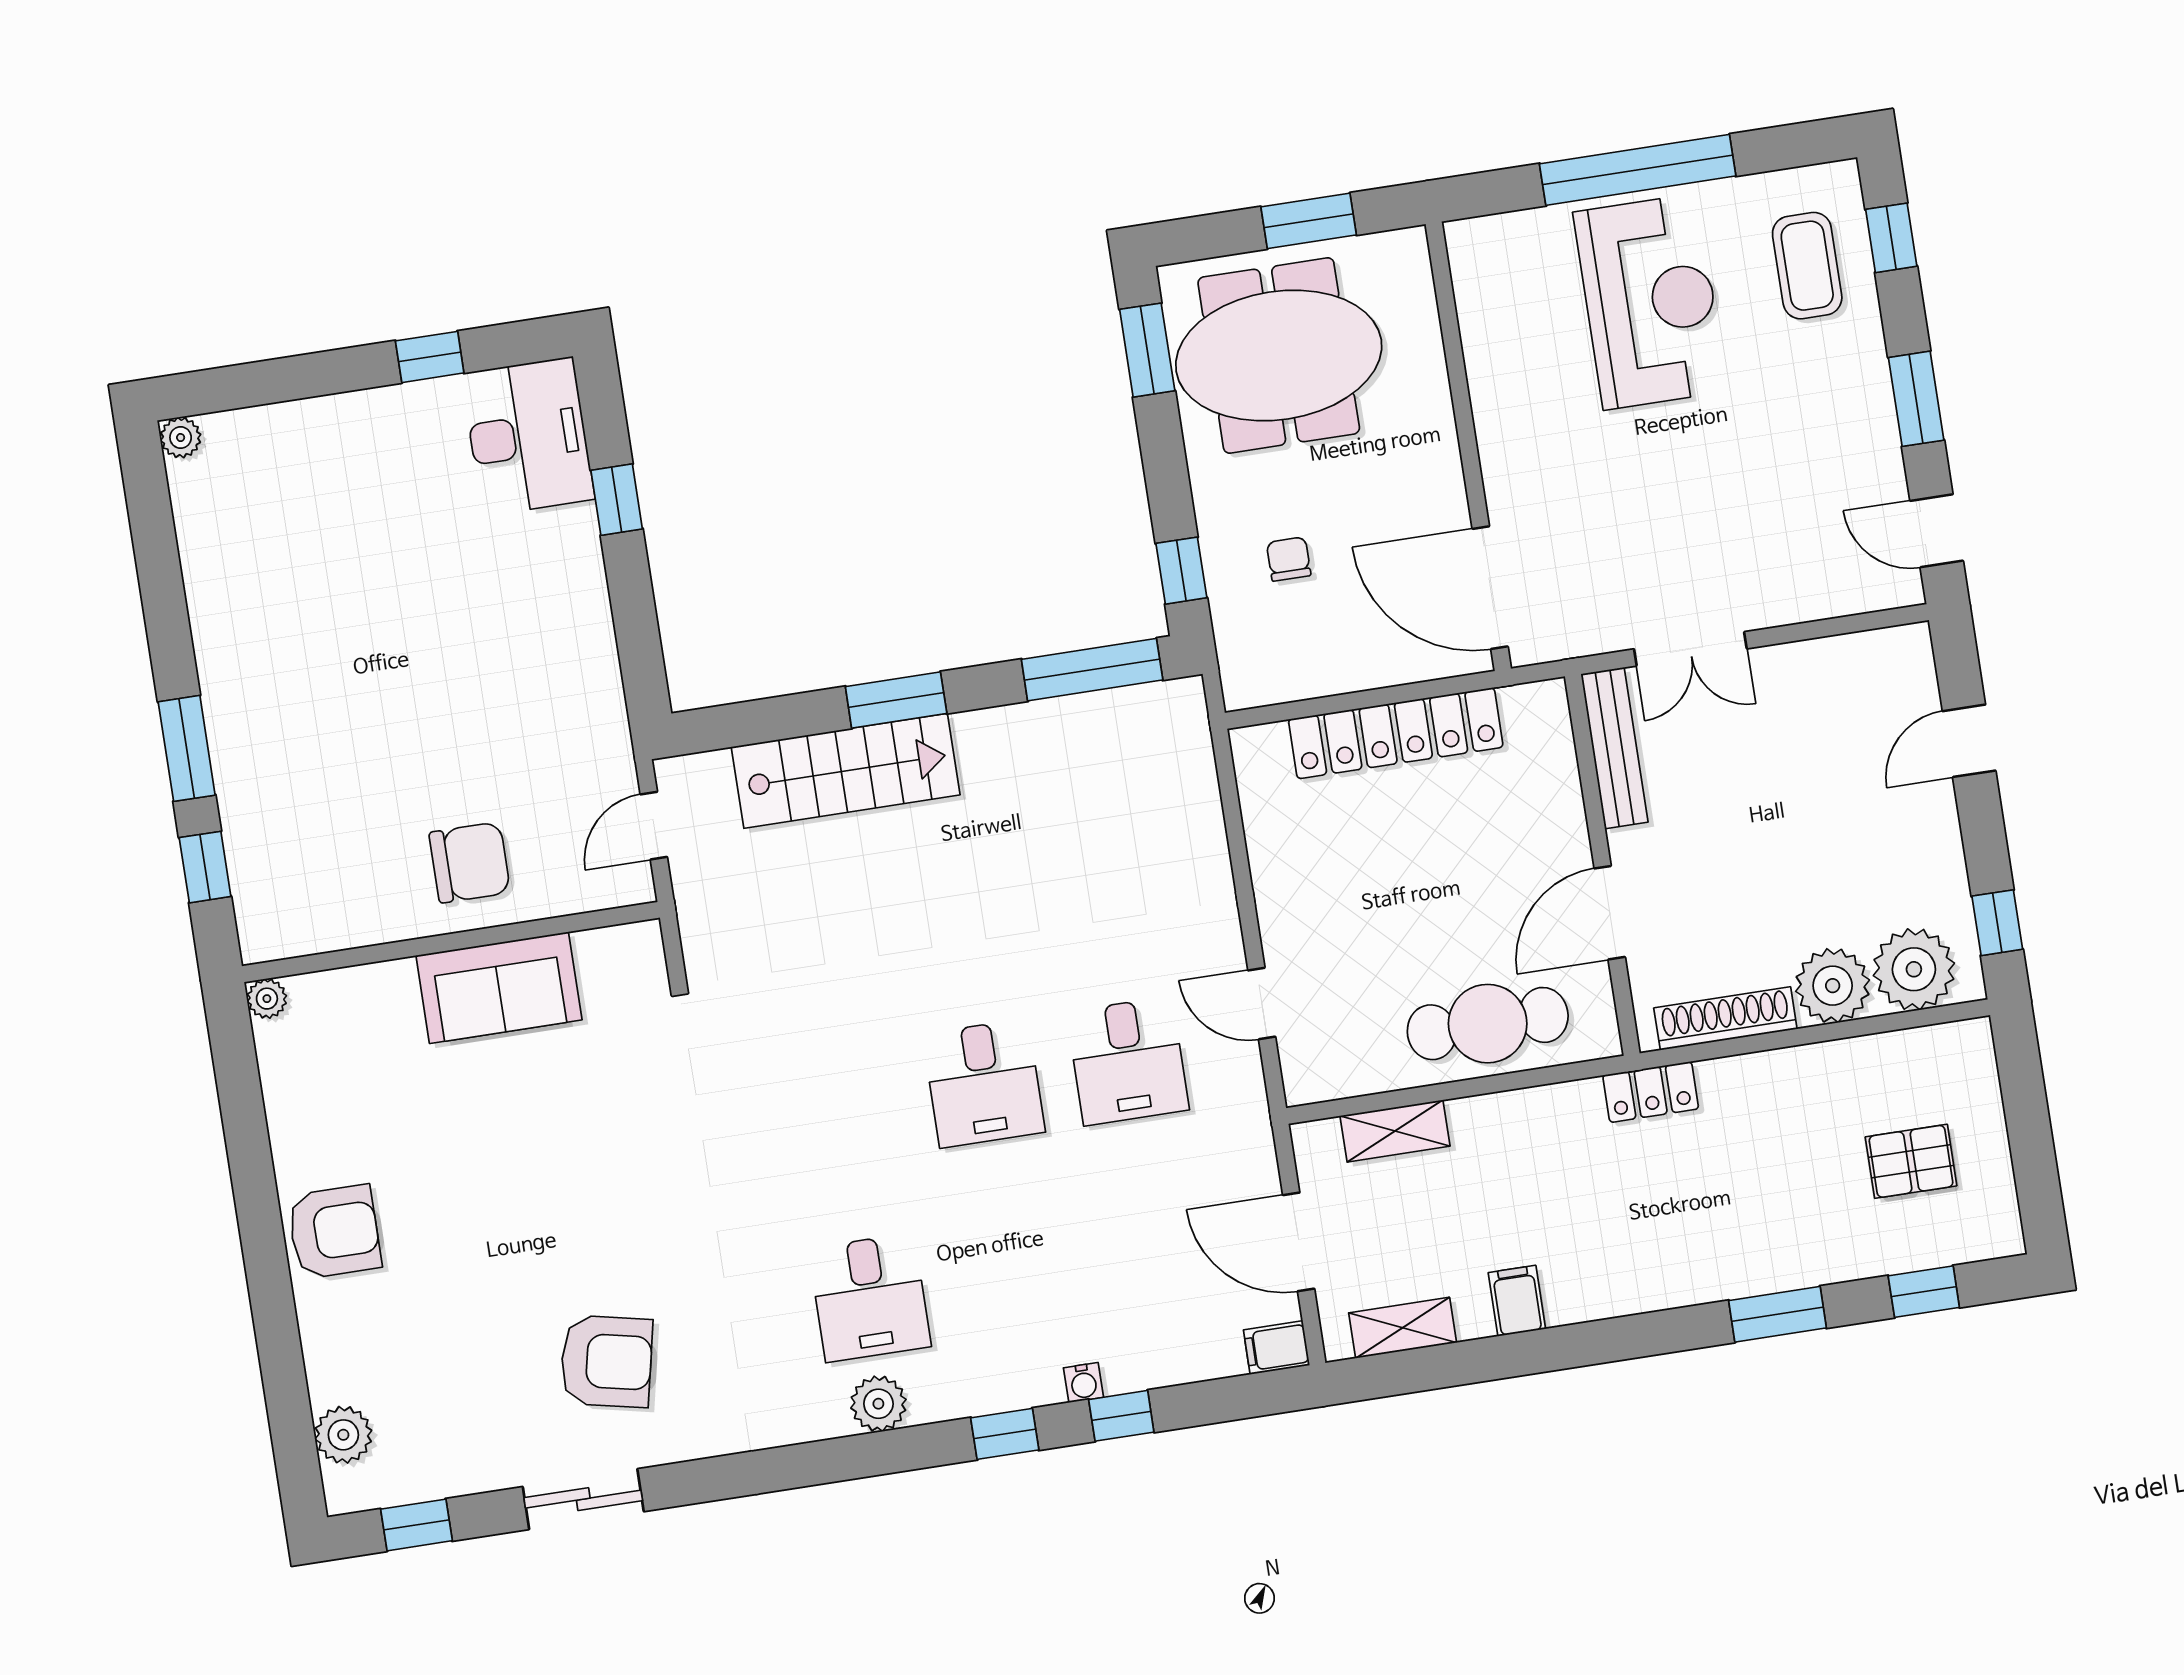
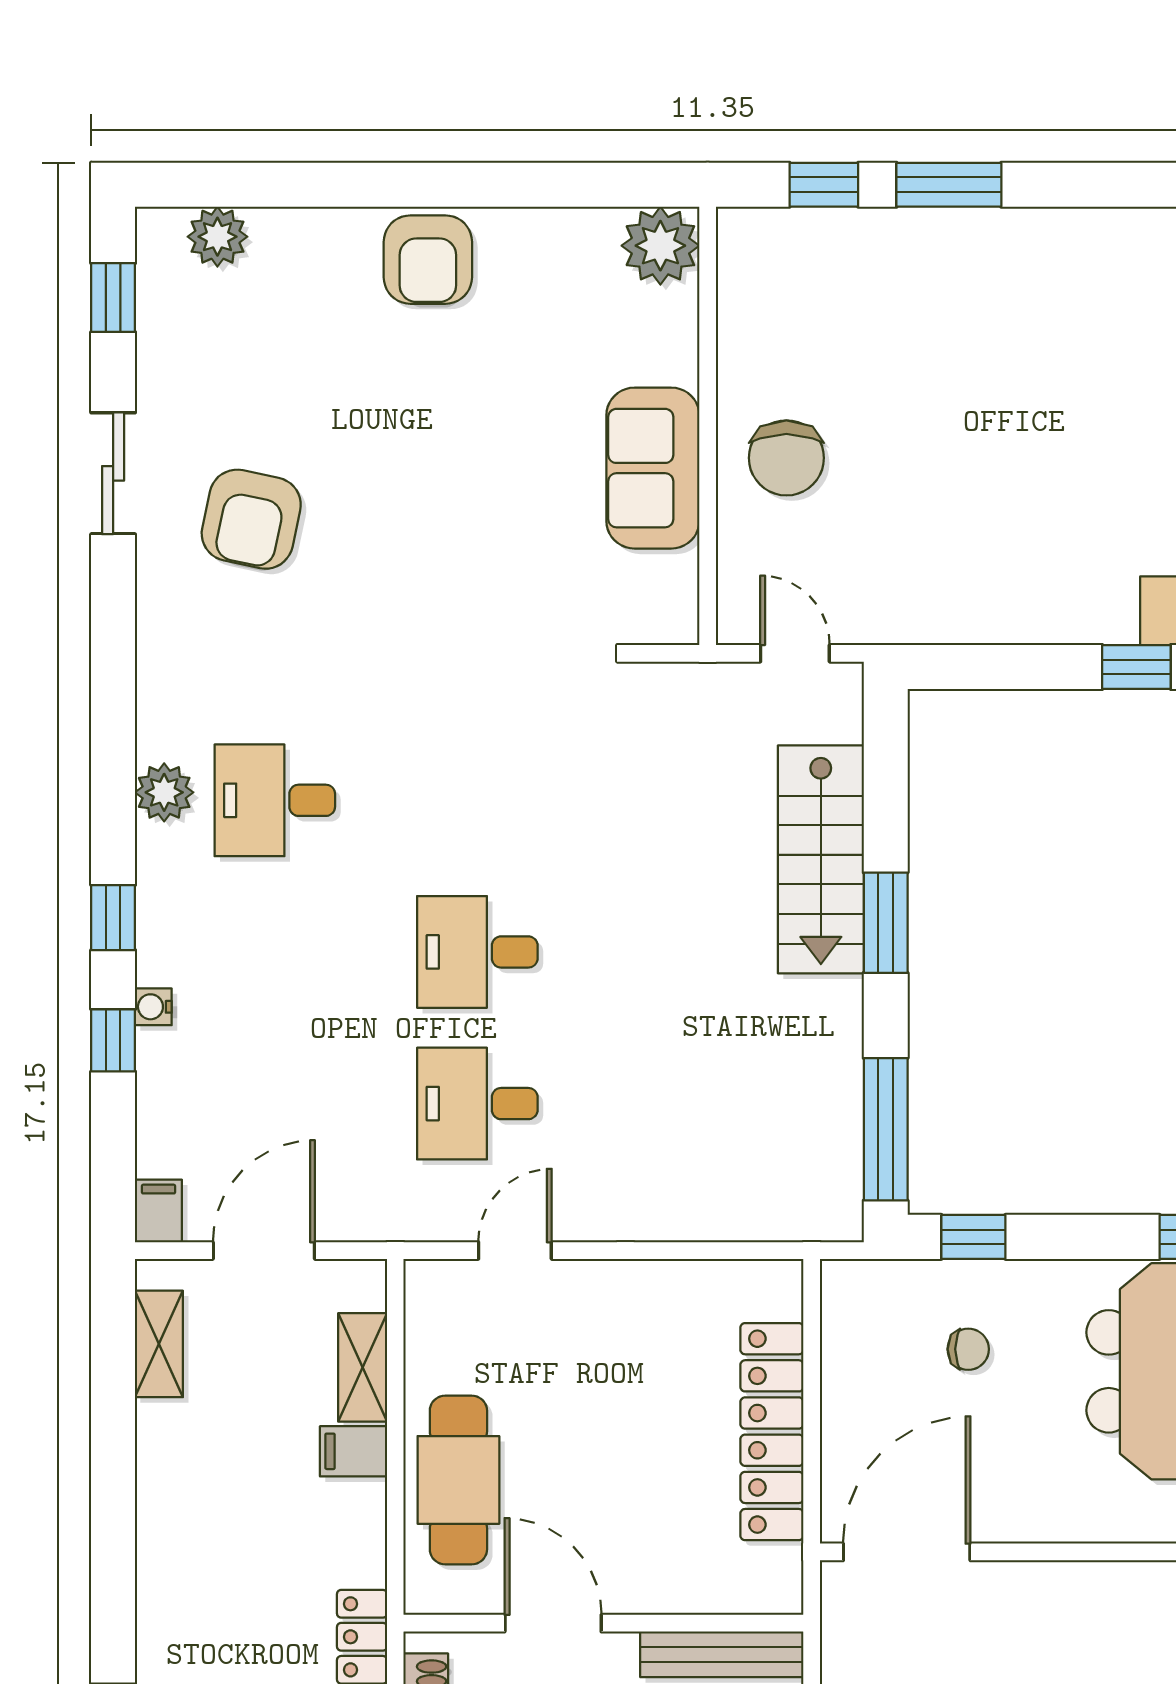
plant: (267, 999) -> (660, 246), width x1.88, depth x1.88
filing cabinet: (1517, 1301) -> (354, 1451), moved, turned 180

